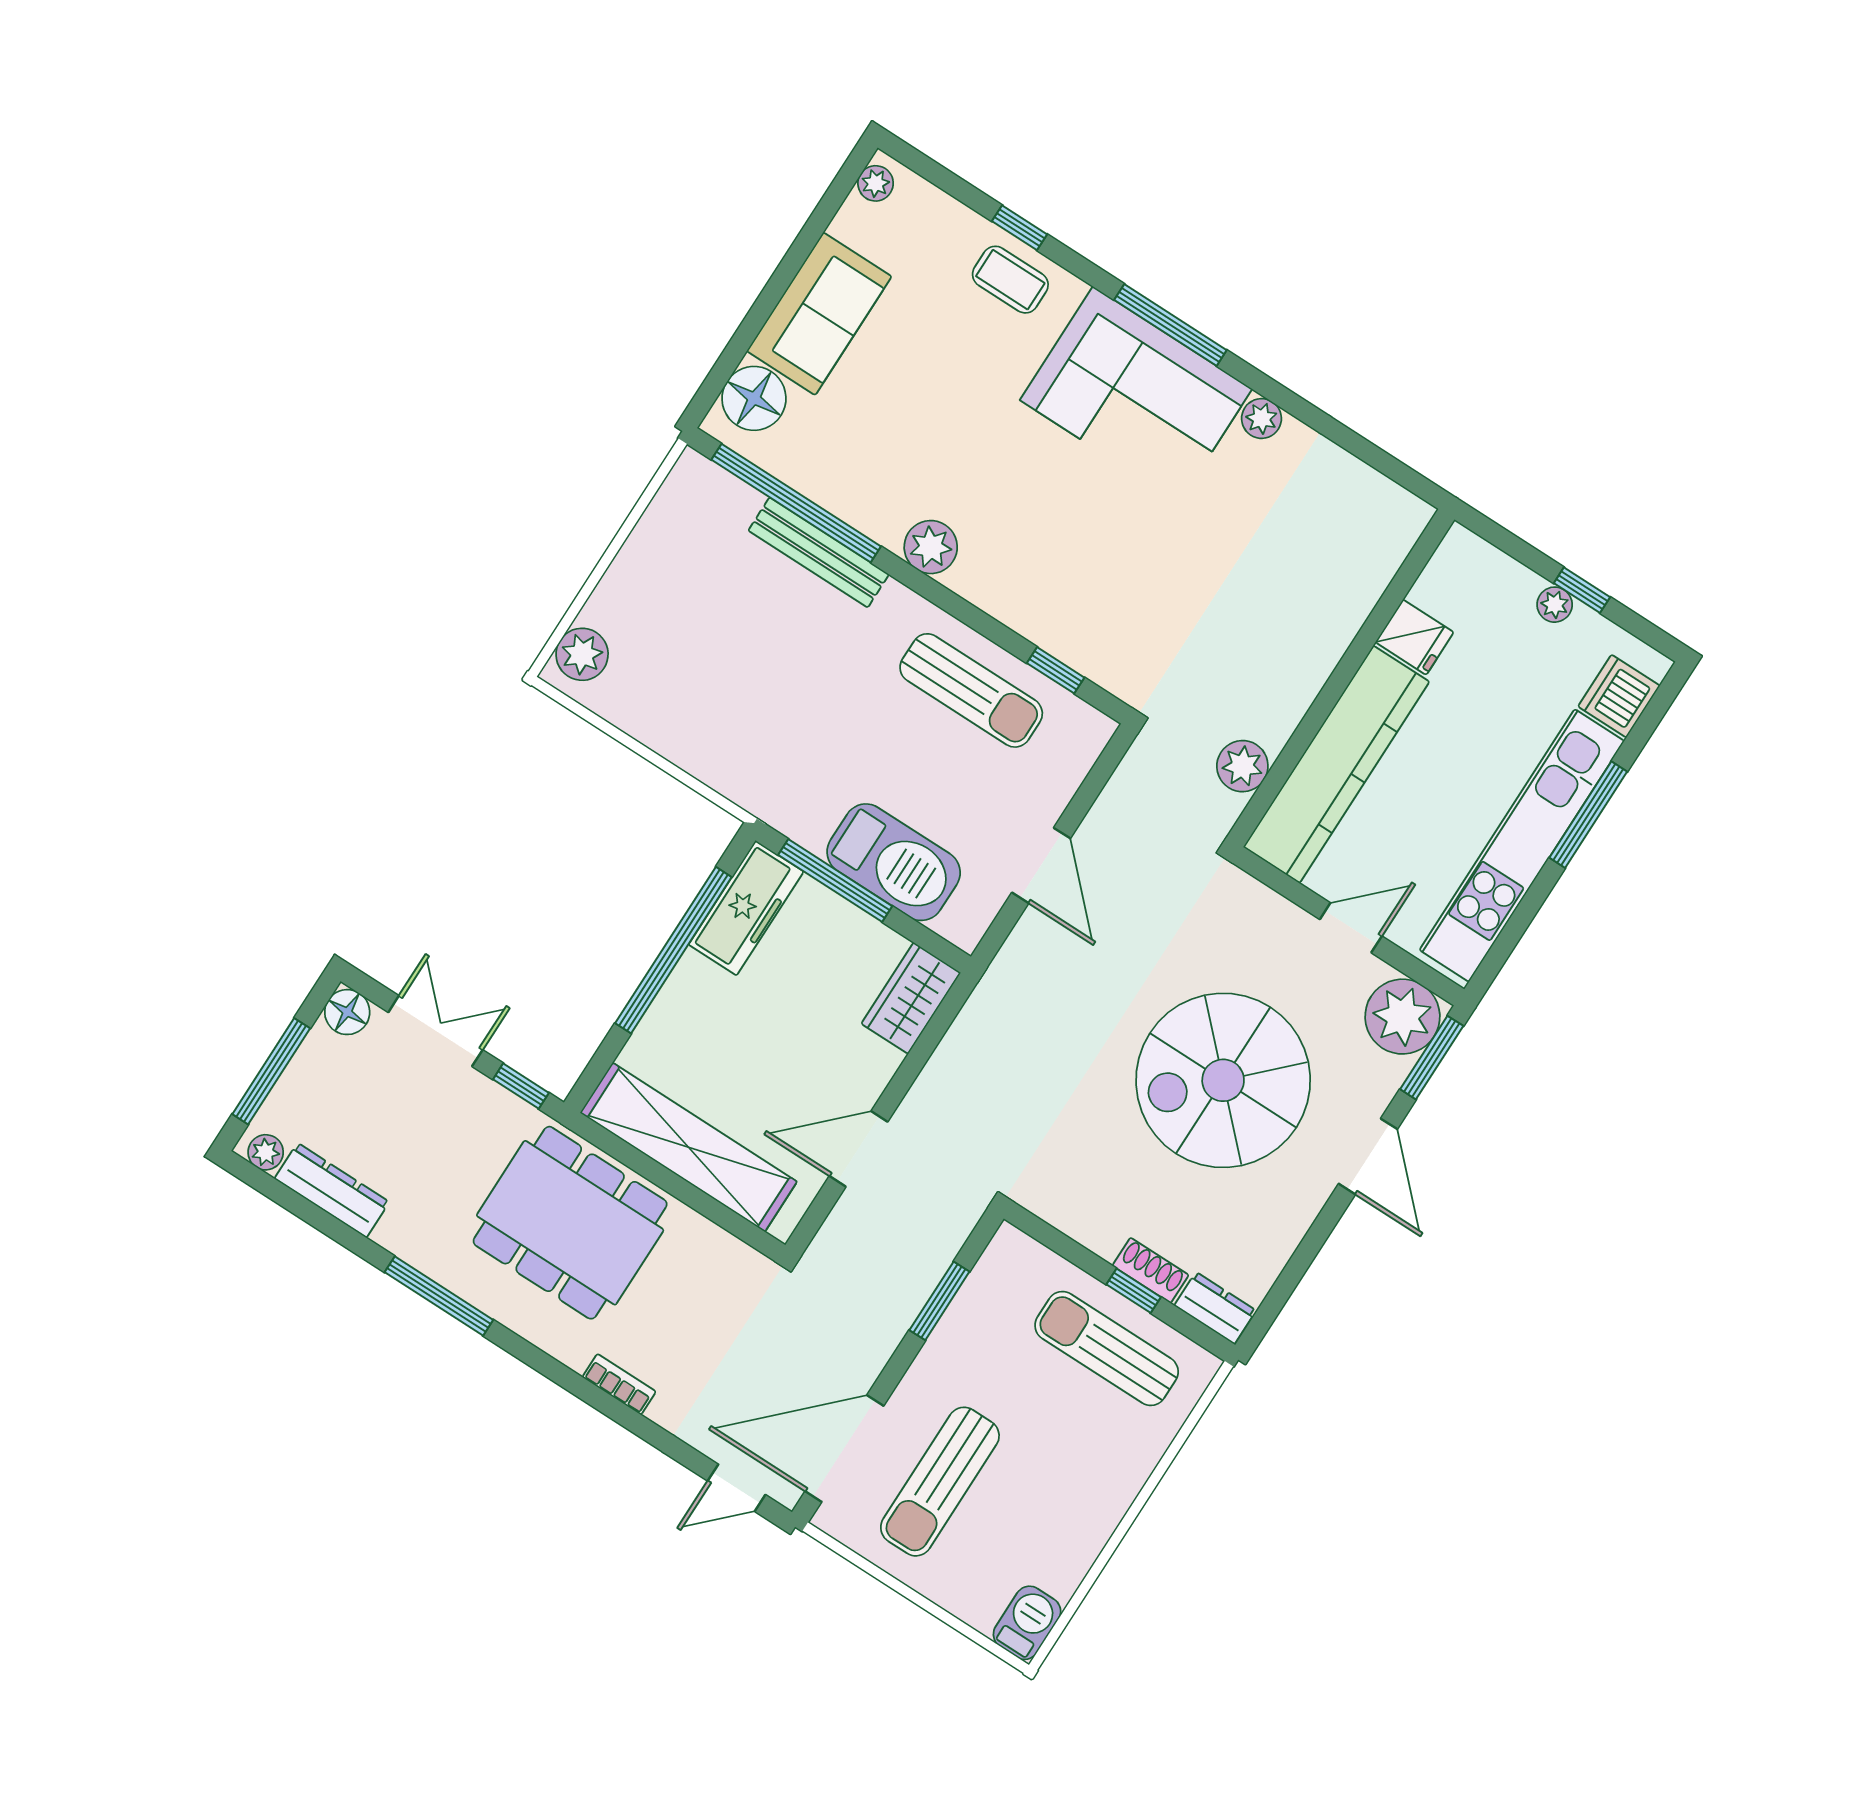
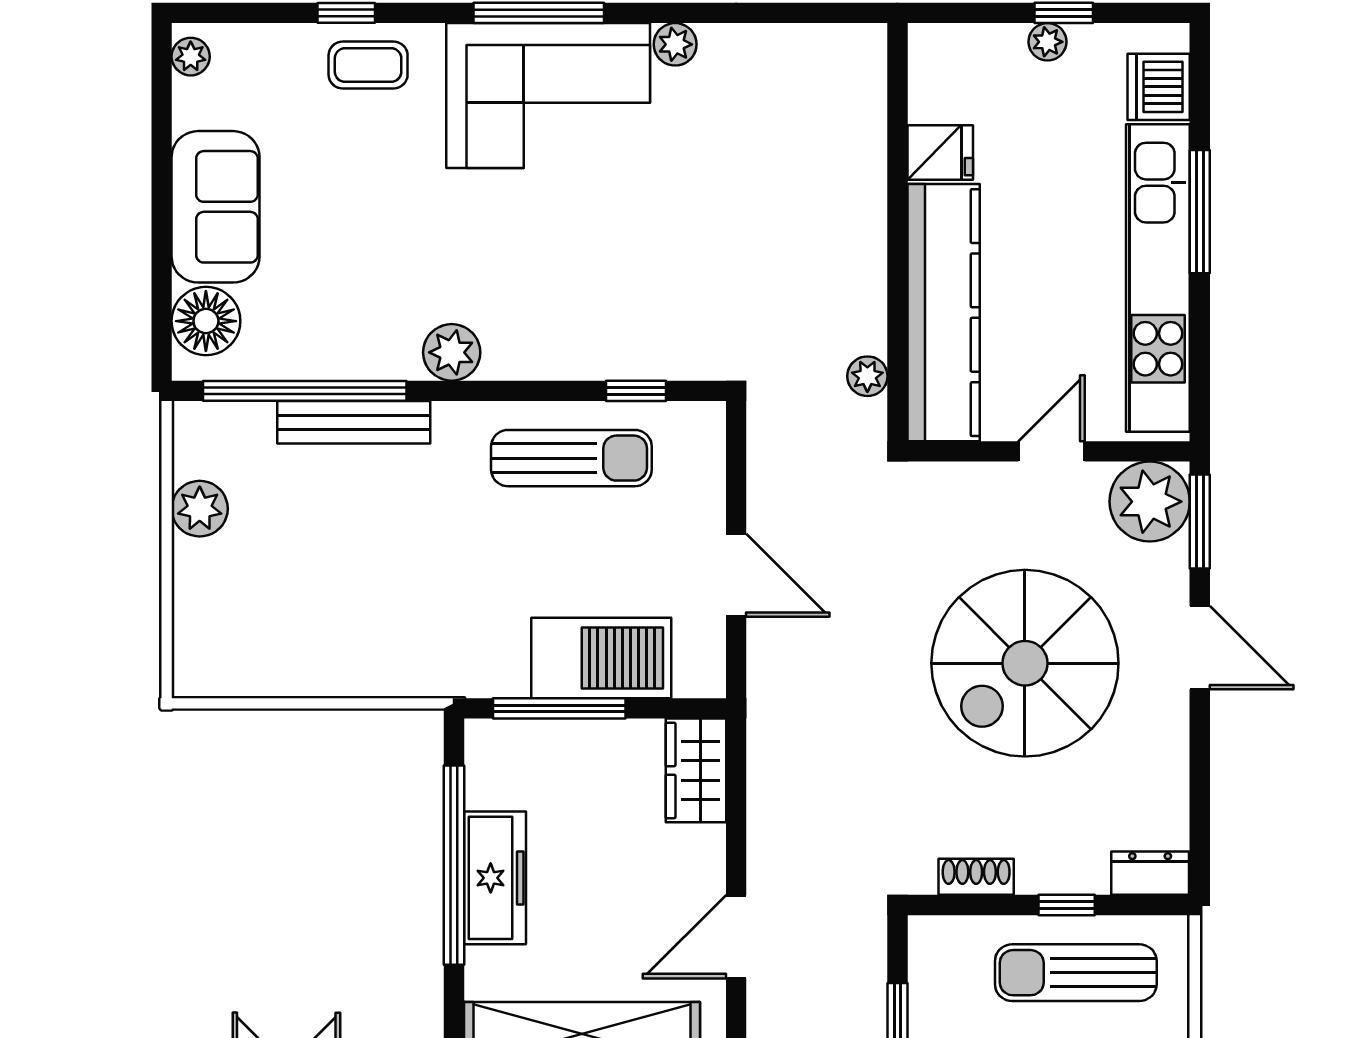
plant: (582, 654) -> (200, 509), moved
plant: (1242, 766) -> (867, 376), width x0.73, depth x0.73
freezer: (746, 908) -> (495, 878), moved
shoe rack: (1151, 1270) -> (976, 877), moved

